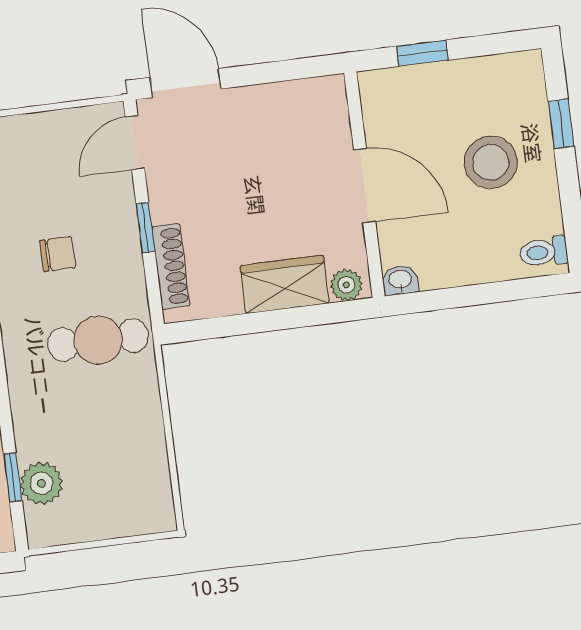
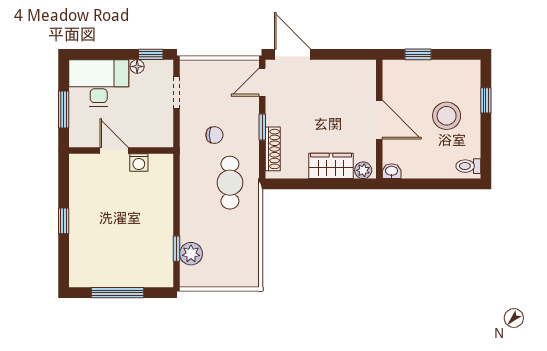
cafe table: (98, 340) -> (230, 183), turned 90

